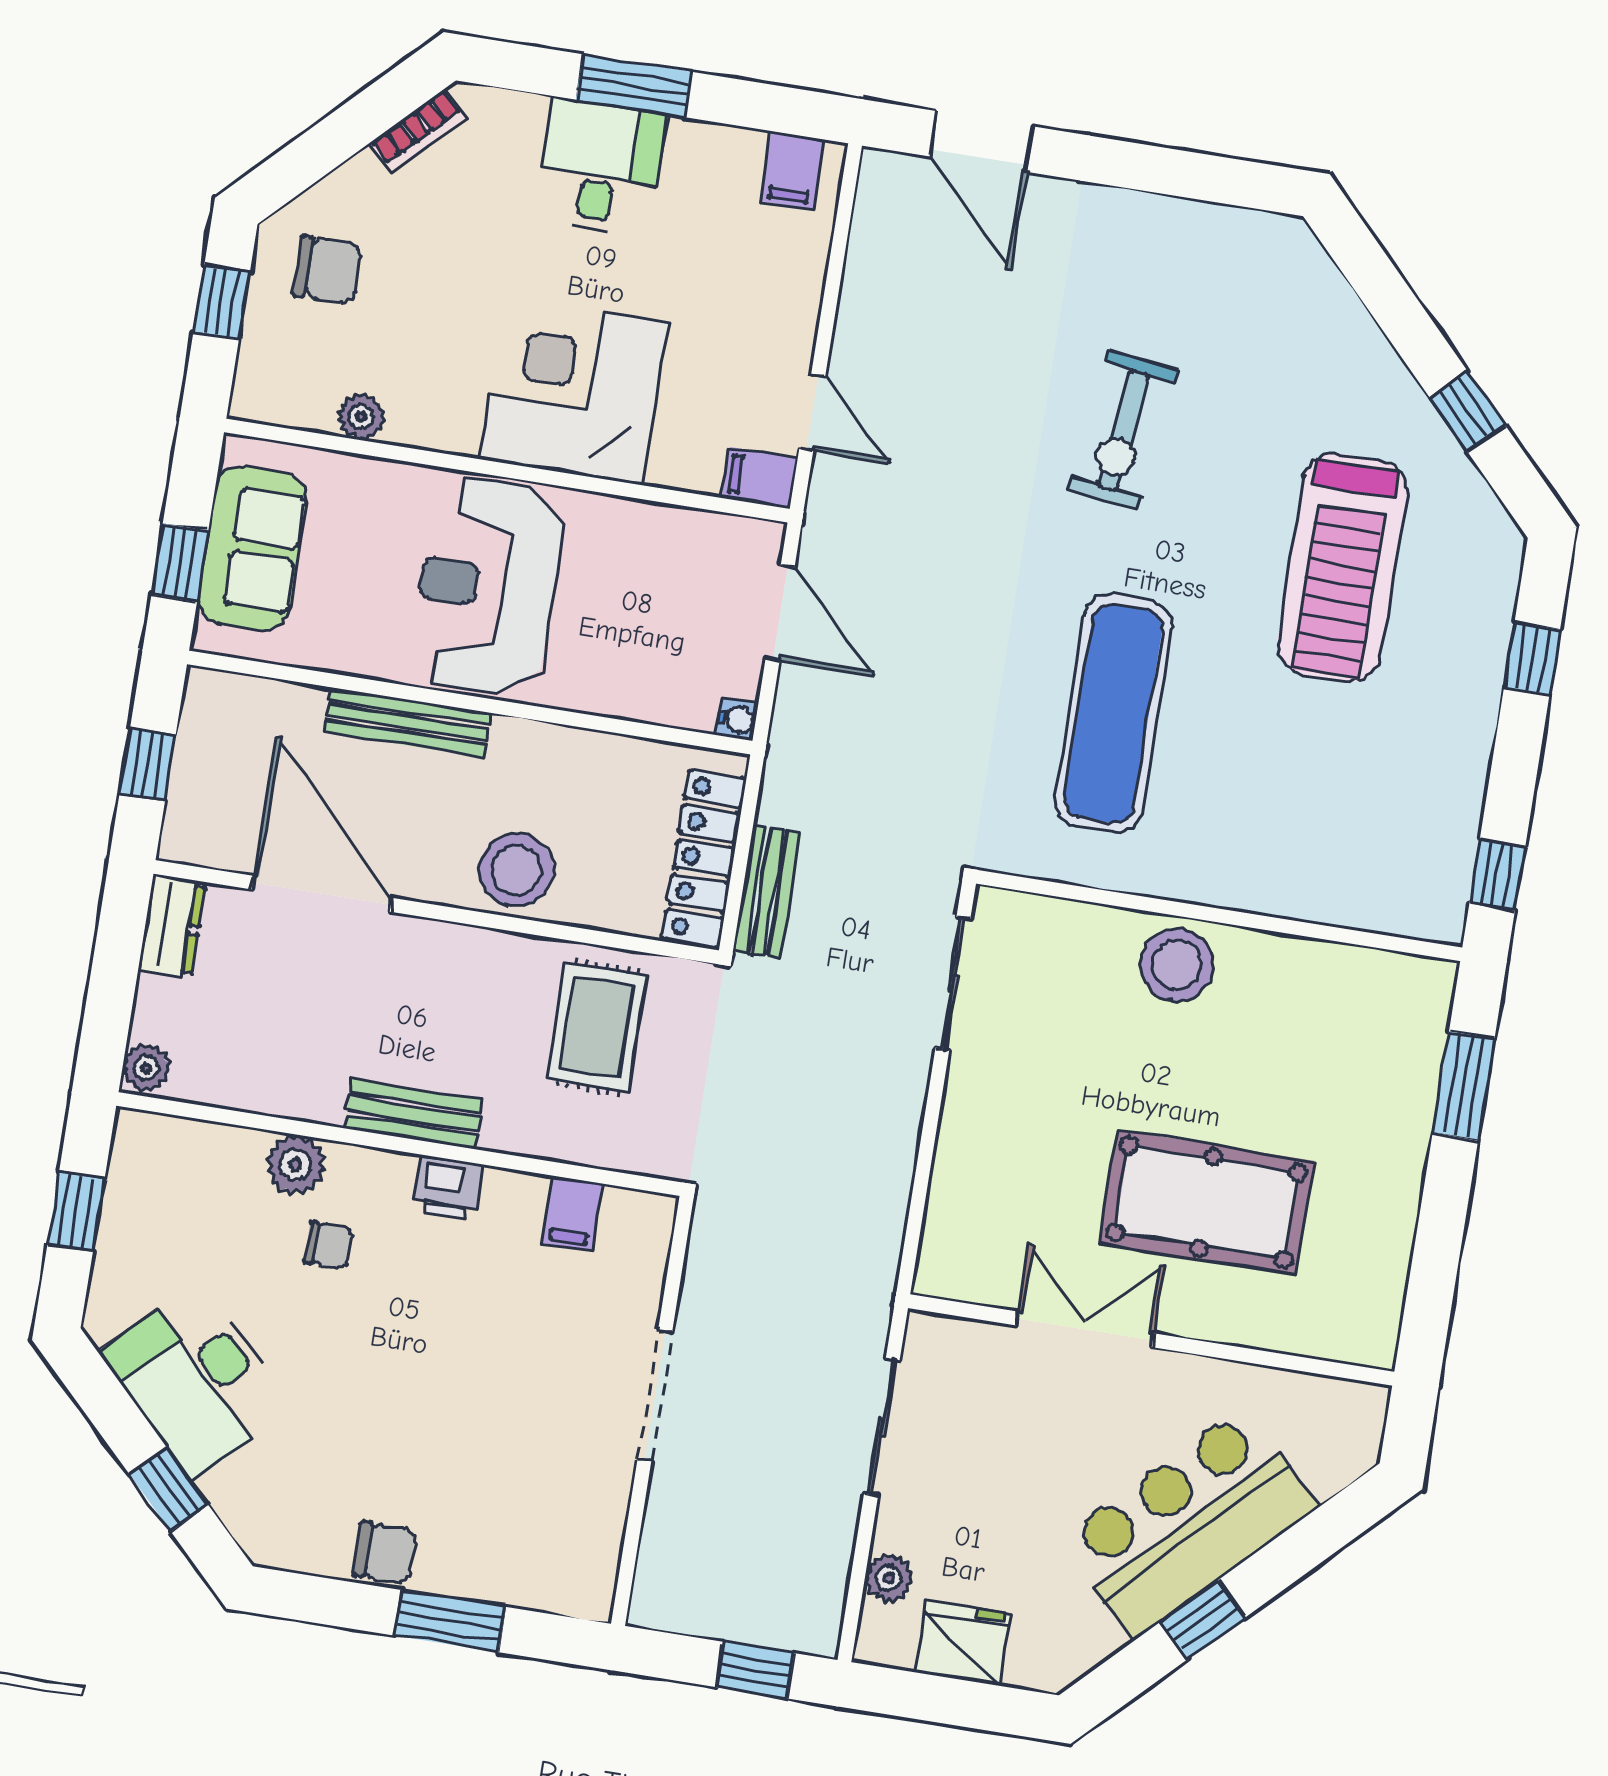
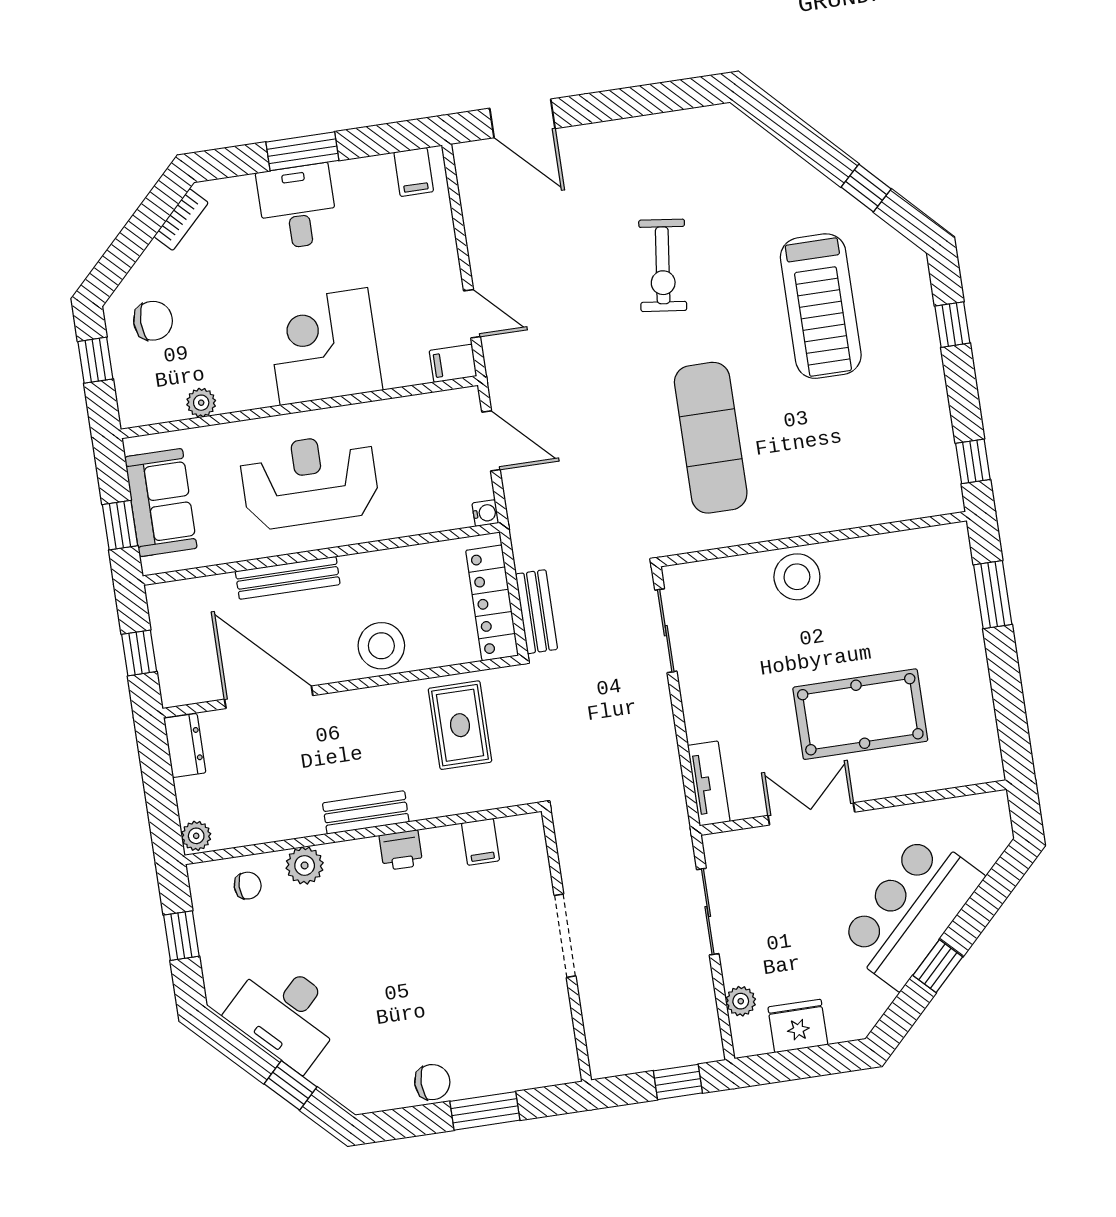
reception desk: (487, 587) -> (309, 481), turned 90
tv unit: (945, 1234) -> (709, 783), added
chair: (328, 1245) -> (248, 886), moved

